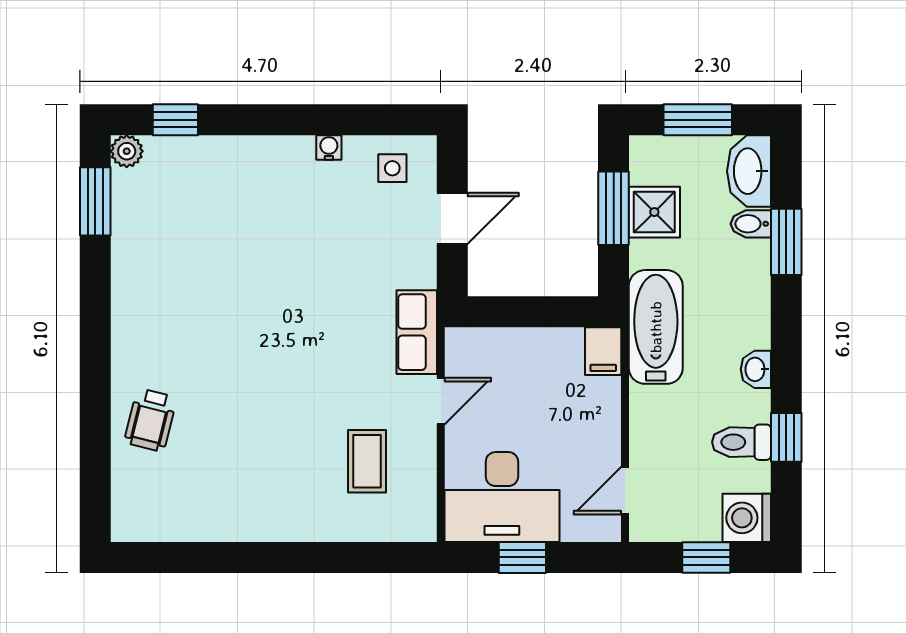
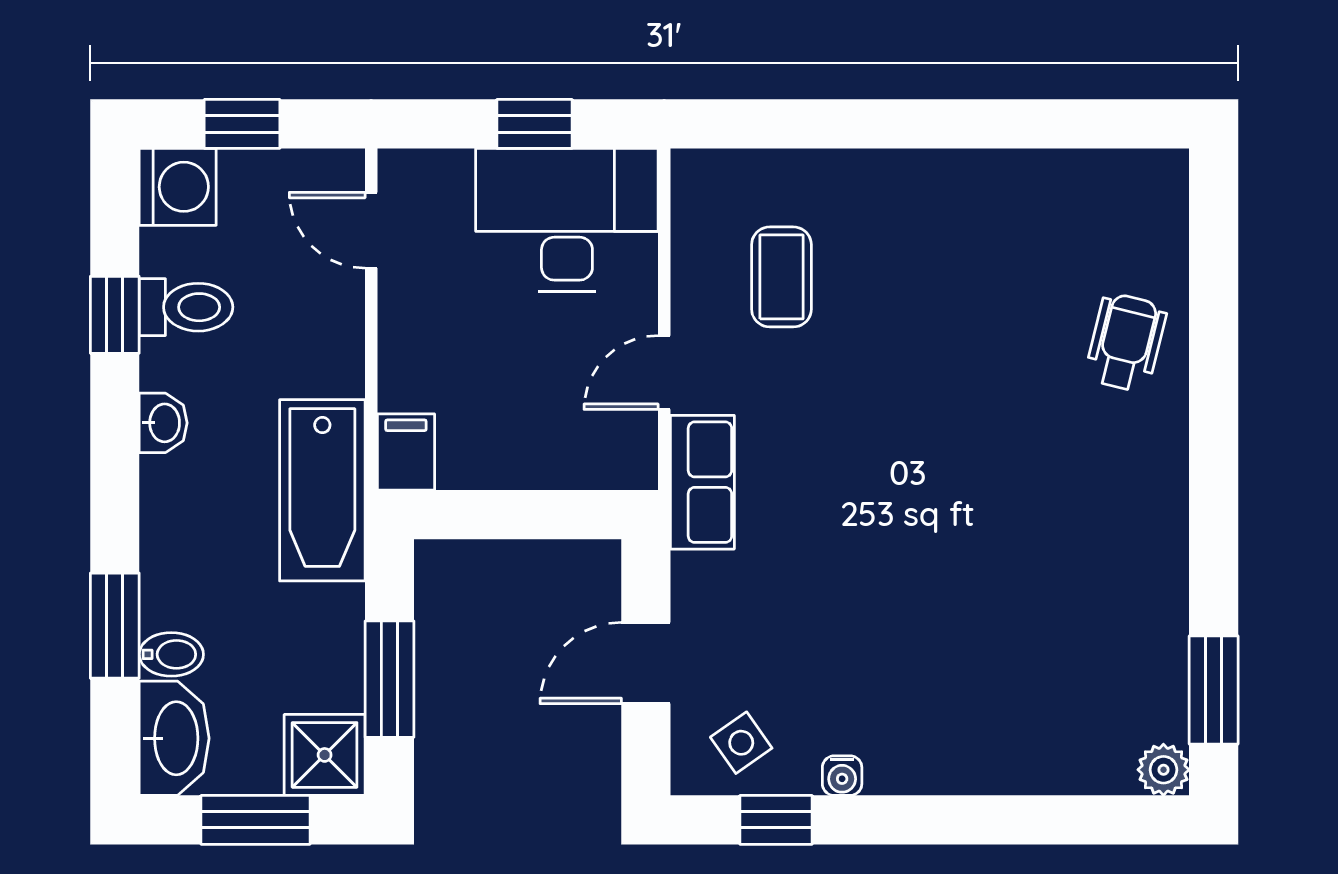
window: (175, 120) -> (776, 820), moved
side table: (392, 168) -> (741, 743), turned -35
shower: (654, 212) -> (325, 755), moved
door: (625, 491) -> (371, 230), swing flipped

